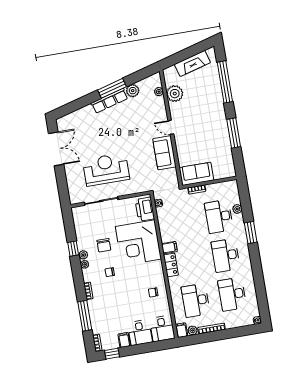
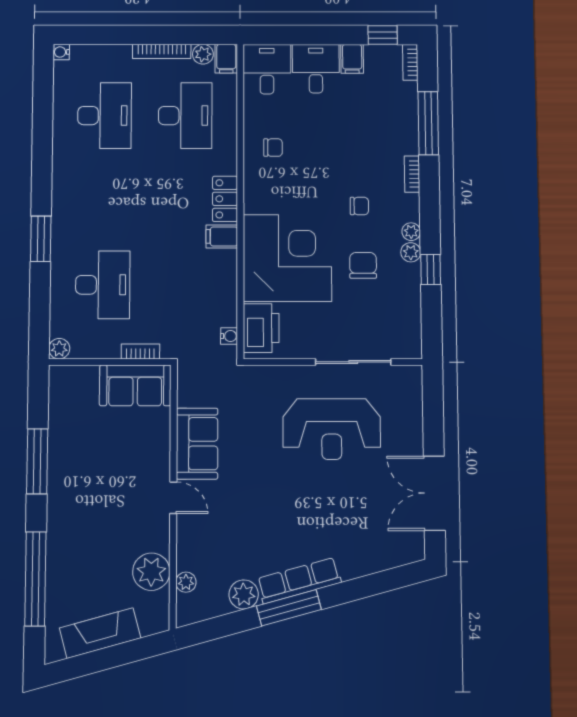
plant: (237, 209) -> (59, 349), moved
desk: (226, 255) -> (104, 200), removed

